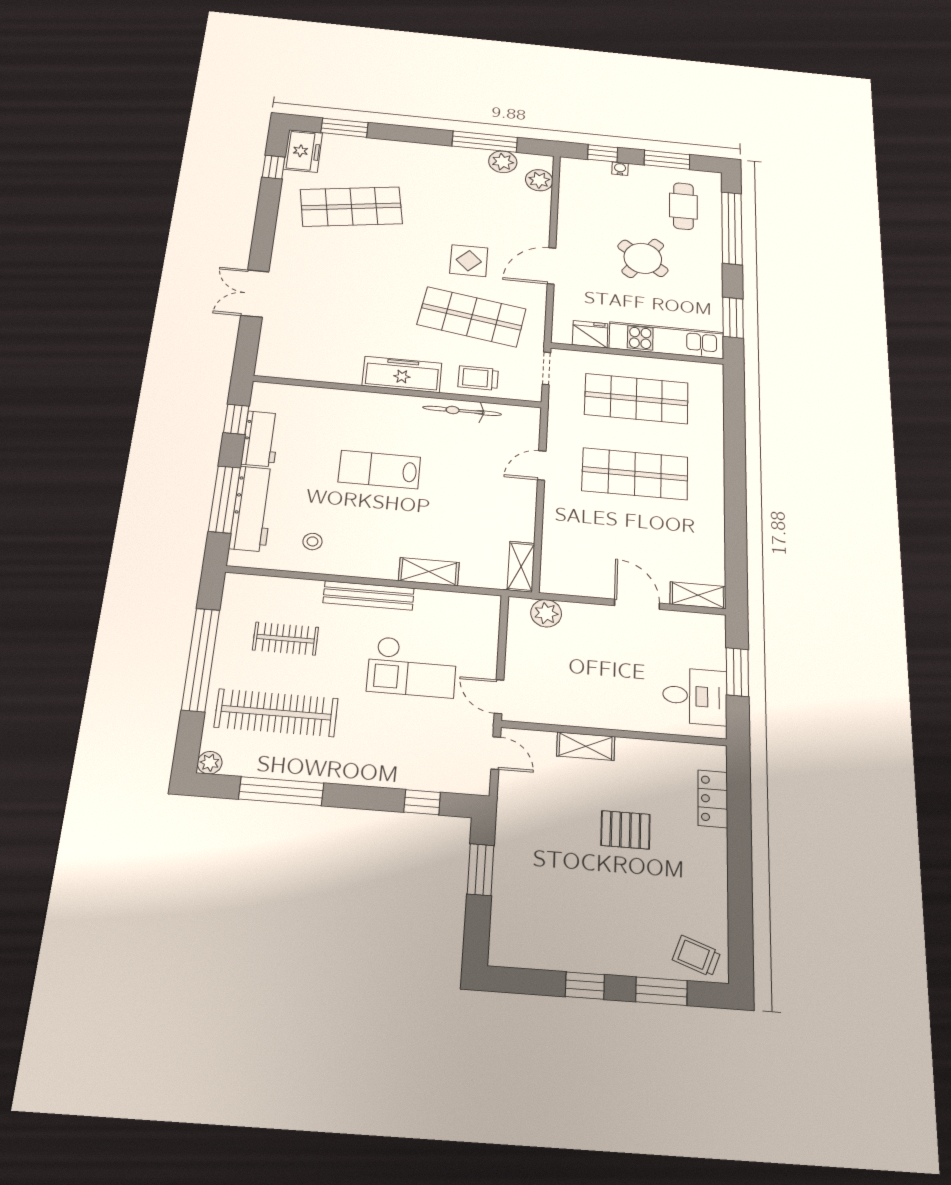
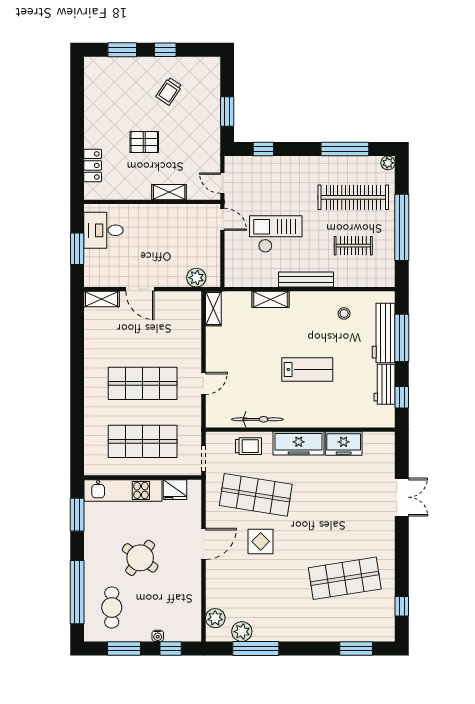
freezer: (303, 151) -> (344, 443), moved, turned -90
trolley: (697, 956) -> (169, 91), moved, turned 104

